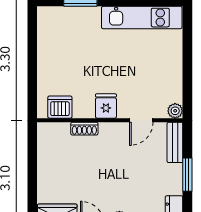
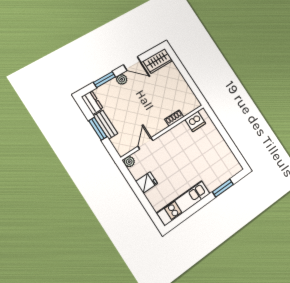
fridge: (106, 106) -> (147, 182), moved, turned -90
bench: (175, 142) -> (106, 125), moved

